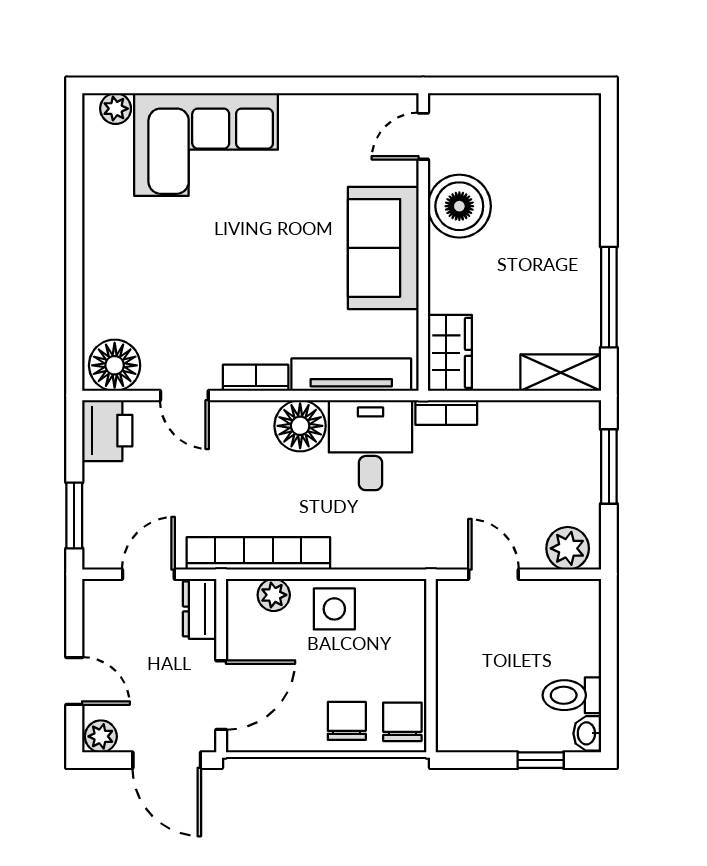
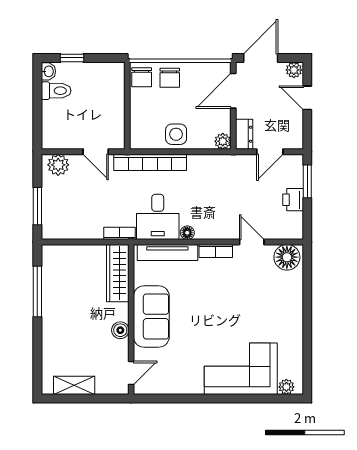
boiler: (459, 206) -> (120, 330), width x0.54, depth x0.54
wardrobe: (450, 353) -> (118, 273), width x1.50
shelving: (561, 373) -> (74, 385), moved
floor lamp: (300, 426) -> (187, 233), width x0.53, depth x0.53
printer: (107, 431) -> (293, 200), moved, width x0.73, depth x0.81
bookcase: (258, 553) -> (150, 162), moved
plant: (274, 595) -> (223, 141), moved
door: (167, 760) -> (261, 58), hinge flipped

